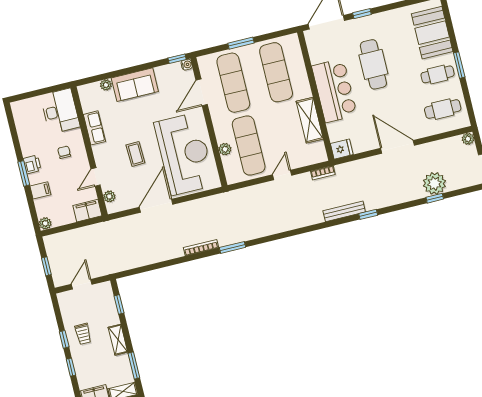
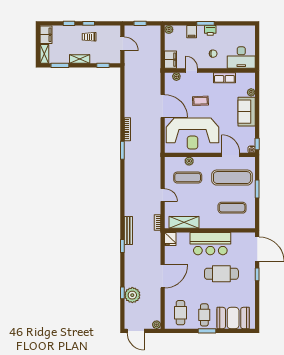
exercise mat: (276, 72) -> (232, 208), width x0.73, depth x0.69
shelving: (310, 120) -> (184, 222), moved
exercise mat: (249, 145) -> (188, 178), width x0.73, depth x0.69

